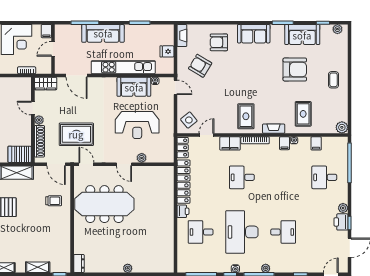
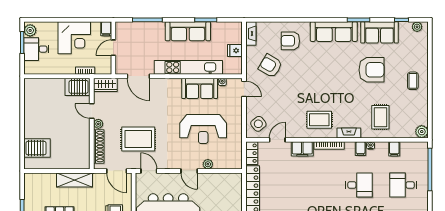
sofa: (103, 33) -> (188, 31), moved
sofa: (254, 34) -> (334, 32), width x1.36
rug: (246, 116) -> (319, 120), turned 90
server rack: (20, 154) -> (78, 87), moved
desk: (242, 177) -> (359, 185), moved, turned 180

